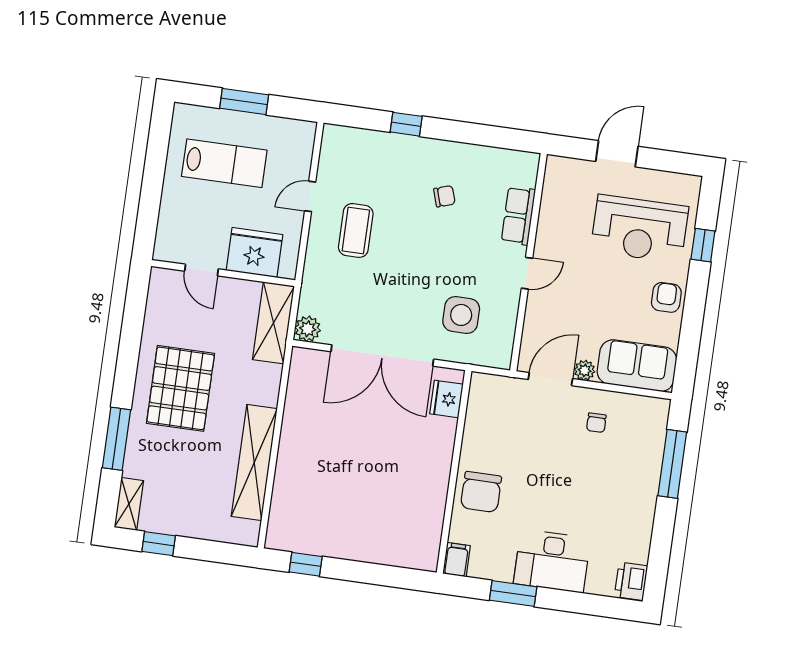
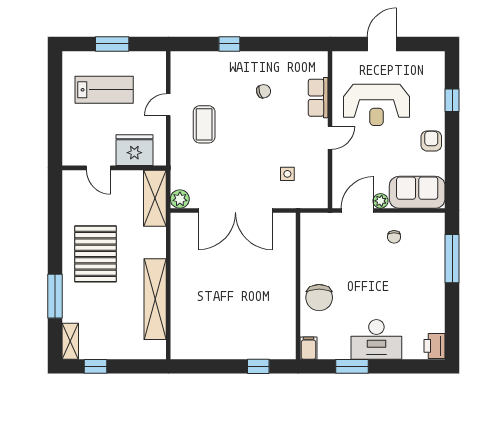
reception desk: (640, 229) -> (377, 105), moved
side table: (461, 315) -> (287, 174), width x0.54, depth x0.54
fridge: (446, 399) -> (285, 235), removed
window: (306, 564) -> (258, 366), moved

